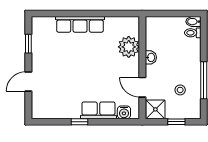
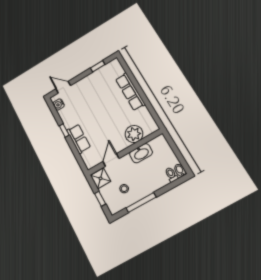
washbasin: (151, 57) -> (141, 153), width x1.91, depth x1.45
door: (28, 82) -> (63, 87), moved
water cooler: (124, 112) -> (59, 105), moved

